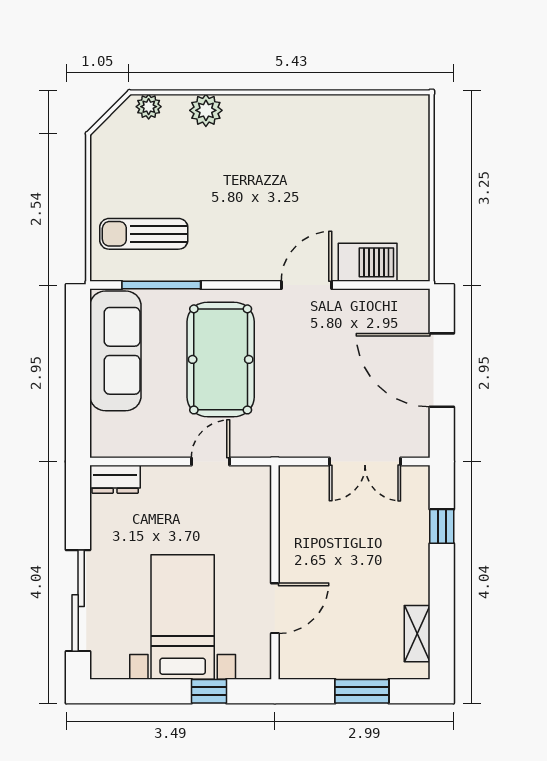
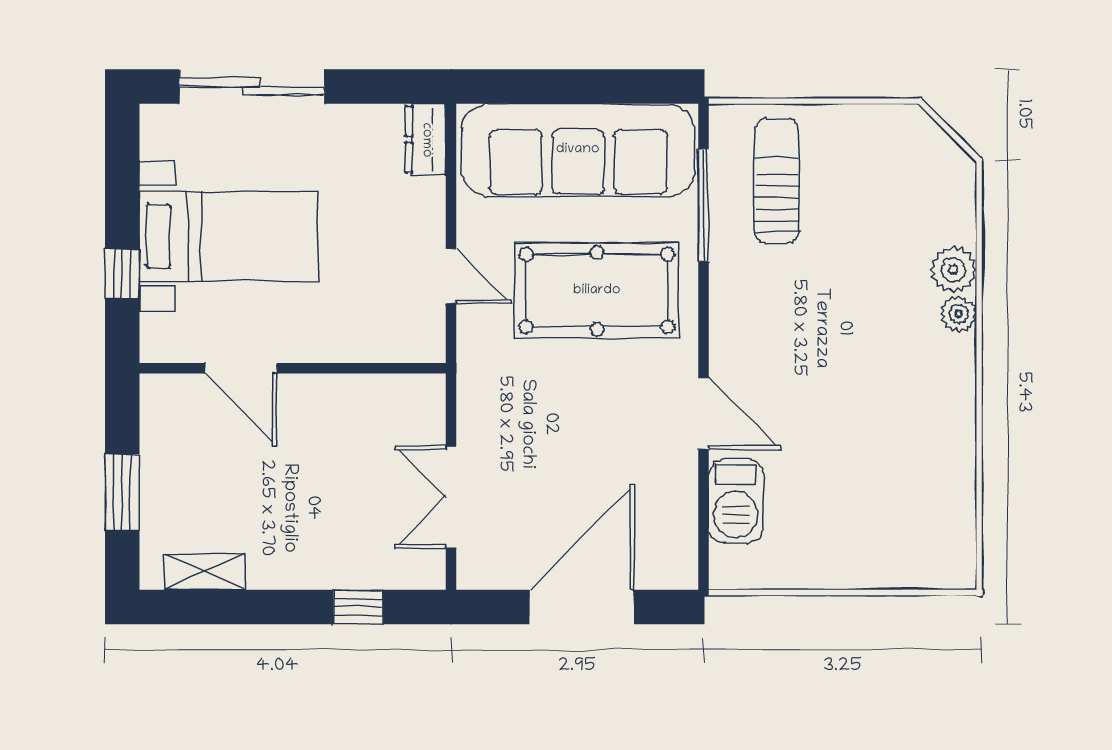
plant: (149, 107) -> (959, 314), moved
sofa: (115, 351) -> (578, 150), width x1.36, depth x1.27

